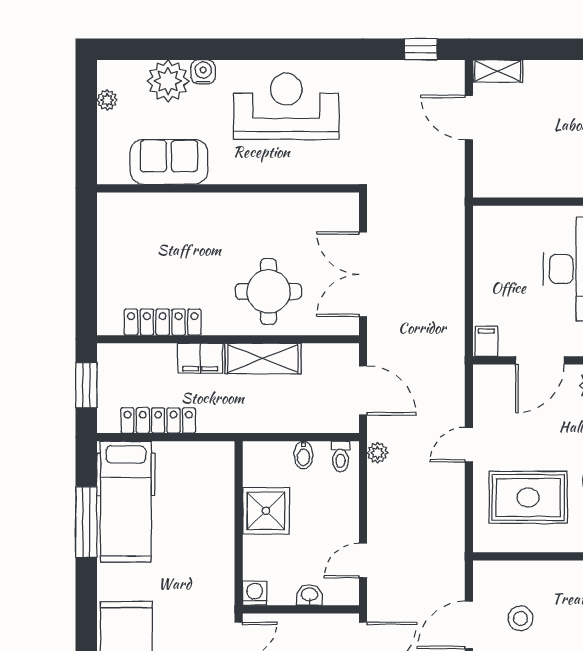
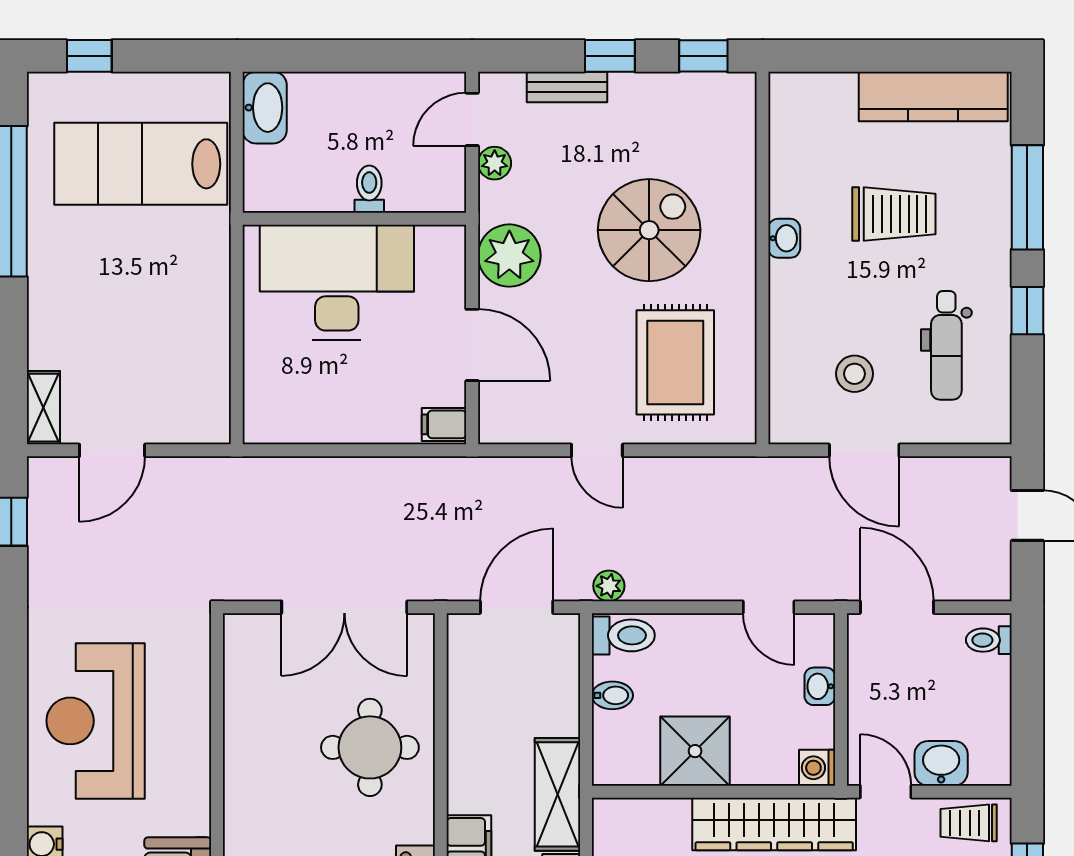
shelving: (263, 358) -> (557, 794), moved
toilet: (340, 456) -> (623, 635), width x1.37, depth x1.39
wardrobe: (217, 564) -> (774, 824), added

